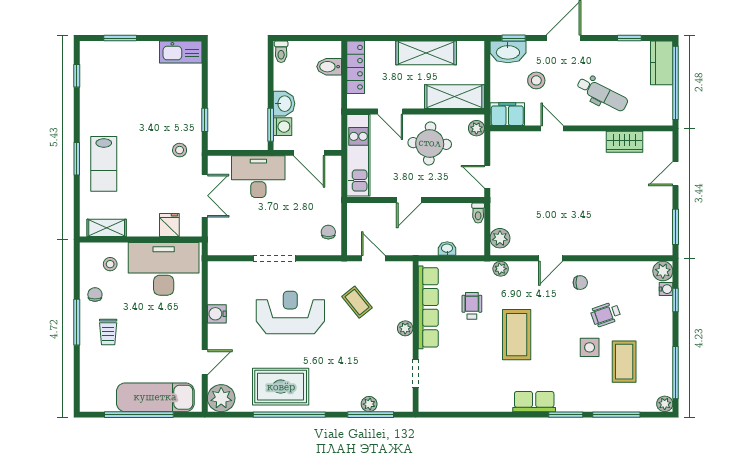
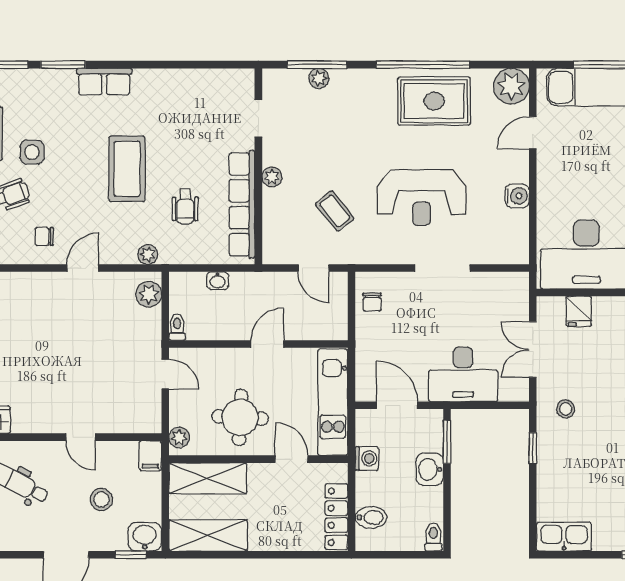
washbasin: (508, 52) -> (145, 537), width x0.72
shelving: (426, 53) -> (208, 535), moved
filing cabinet: (507, 114) -> (150, 456), width x0.50
washing machine: (282, 127) -> (367, 459), moved, turned 180

